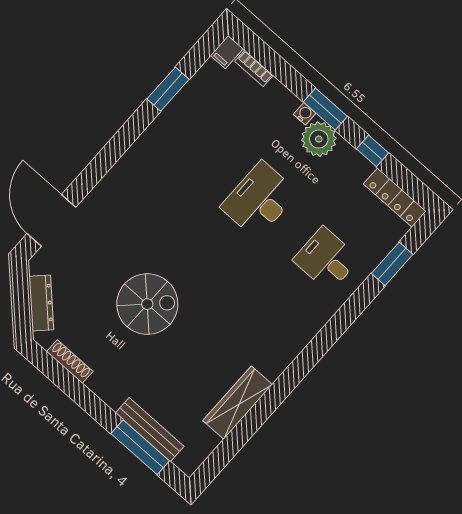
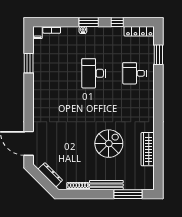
plant: (319, 139) -> (95, 34), removed
spiral stairs: (147, 304) -> (109, 144), moved
bench: (150, 430) -> (106, 185), moved

